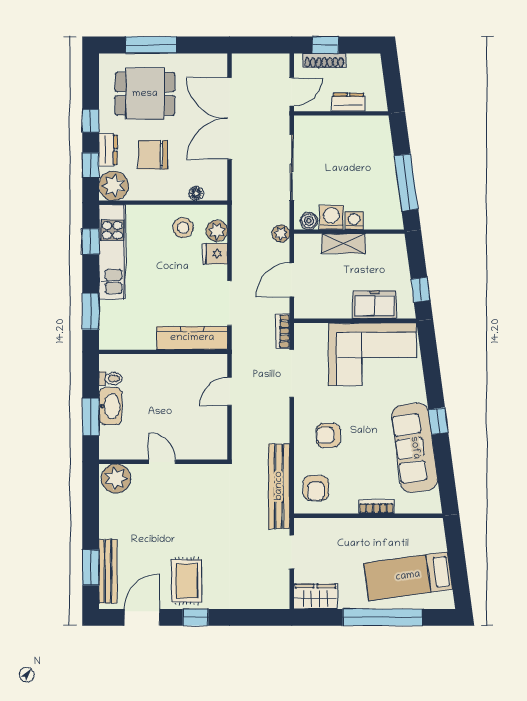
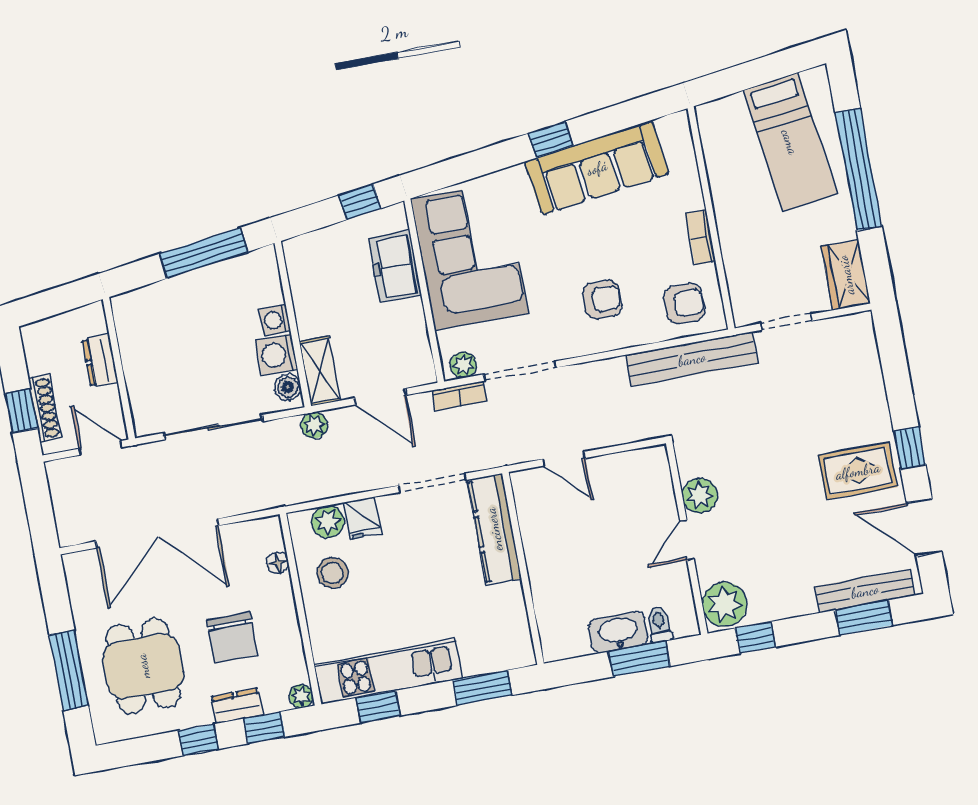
plant: (114, 186) -> (301, 696), width x0.53, depth x0.53
shelving: (343, 243) -> (320, 371), moved
plant: (302, 337) -> (463, 365), added
toilet: (111, 378) -> (659, 624), moved
armchair: (328, 435) -> (602, 300), turned -90
plant: (189, 475) -> (700, 496), added
window: (91, 495) -> (755, 638), added
bookcase: (376, 507) -> (701, 237), moved

